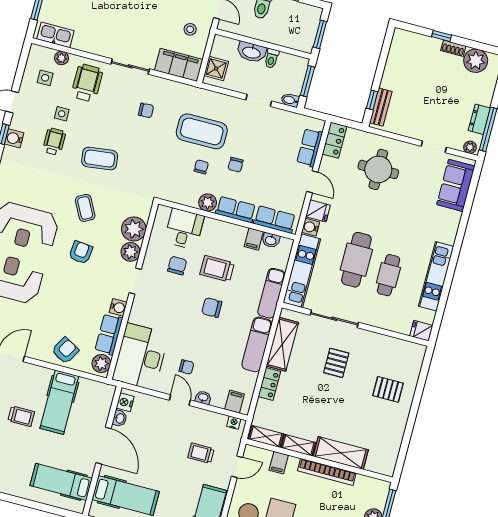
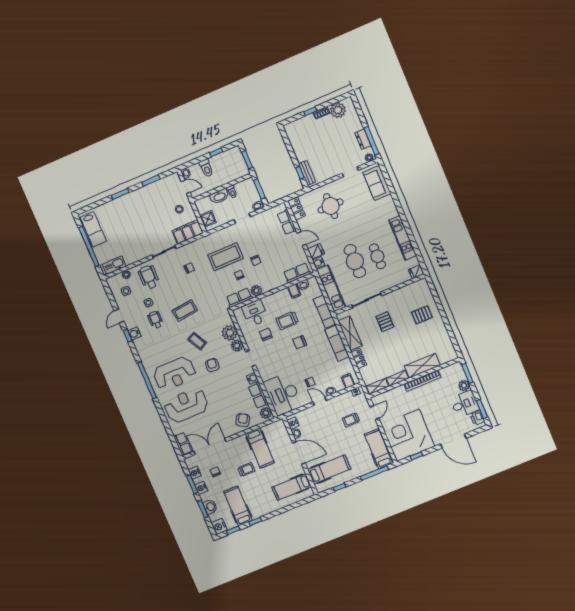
row of seats: (236, 210) -> (239, 298), moved
filing cabinet: (279, 463) -> (394, 395), removed

